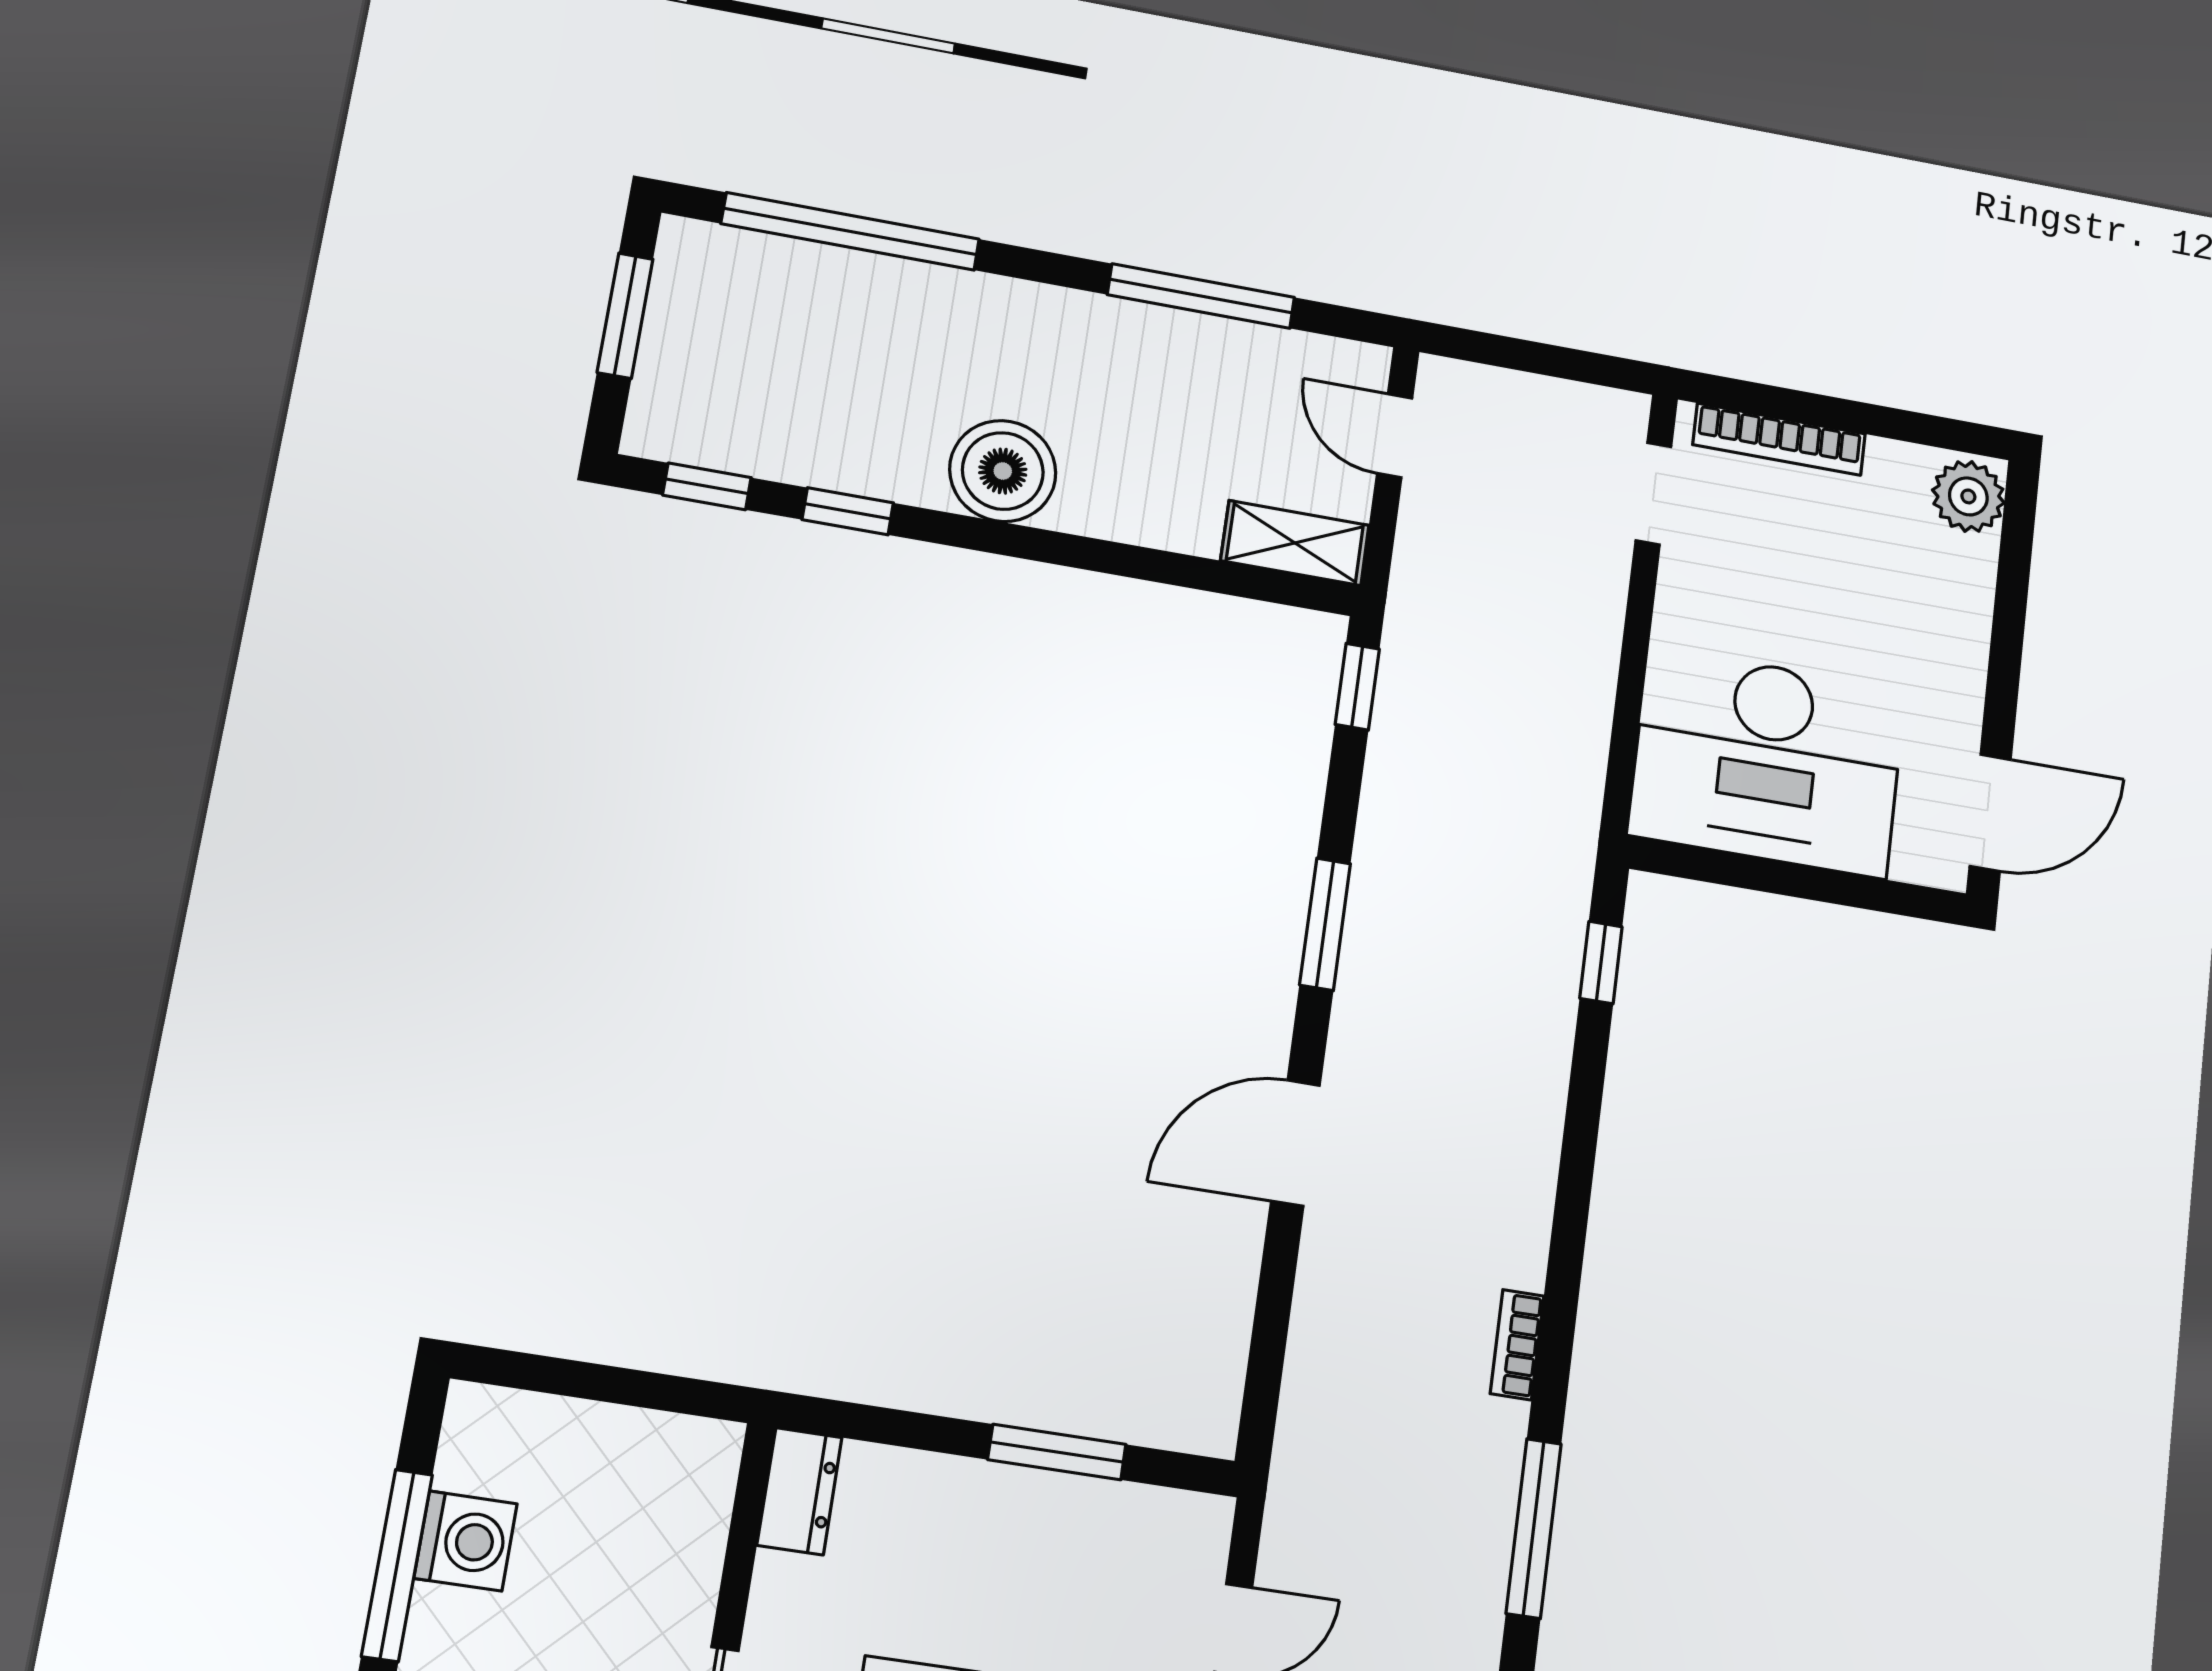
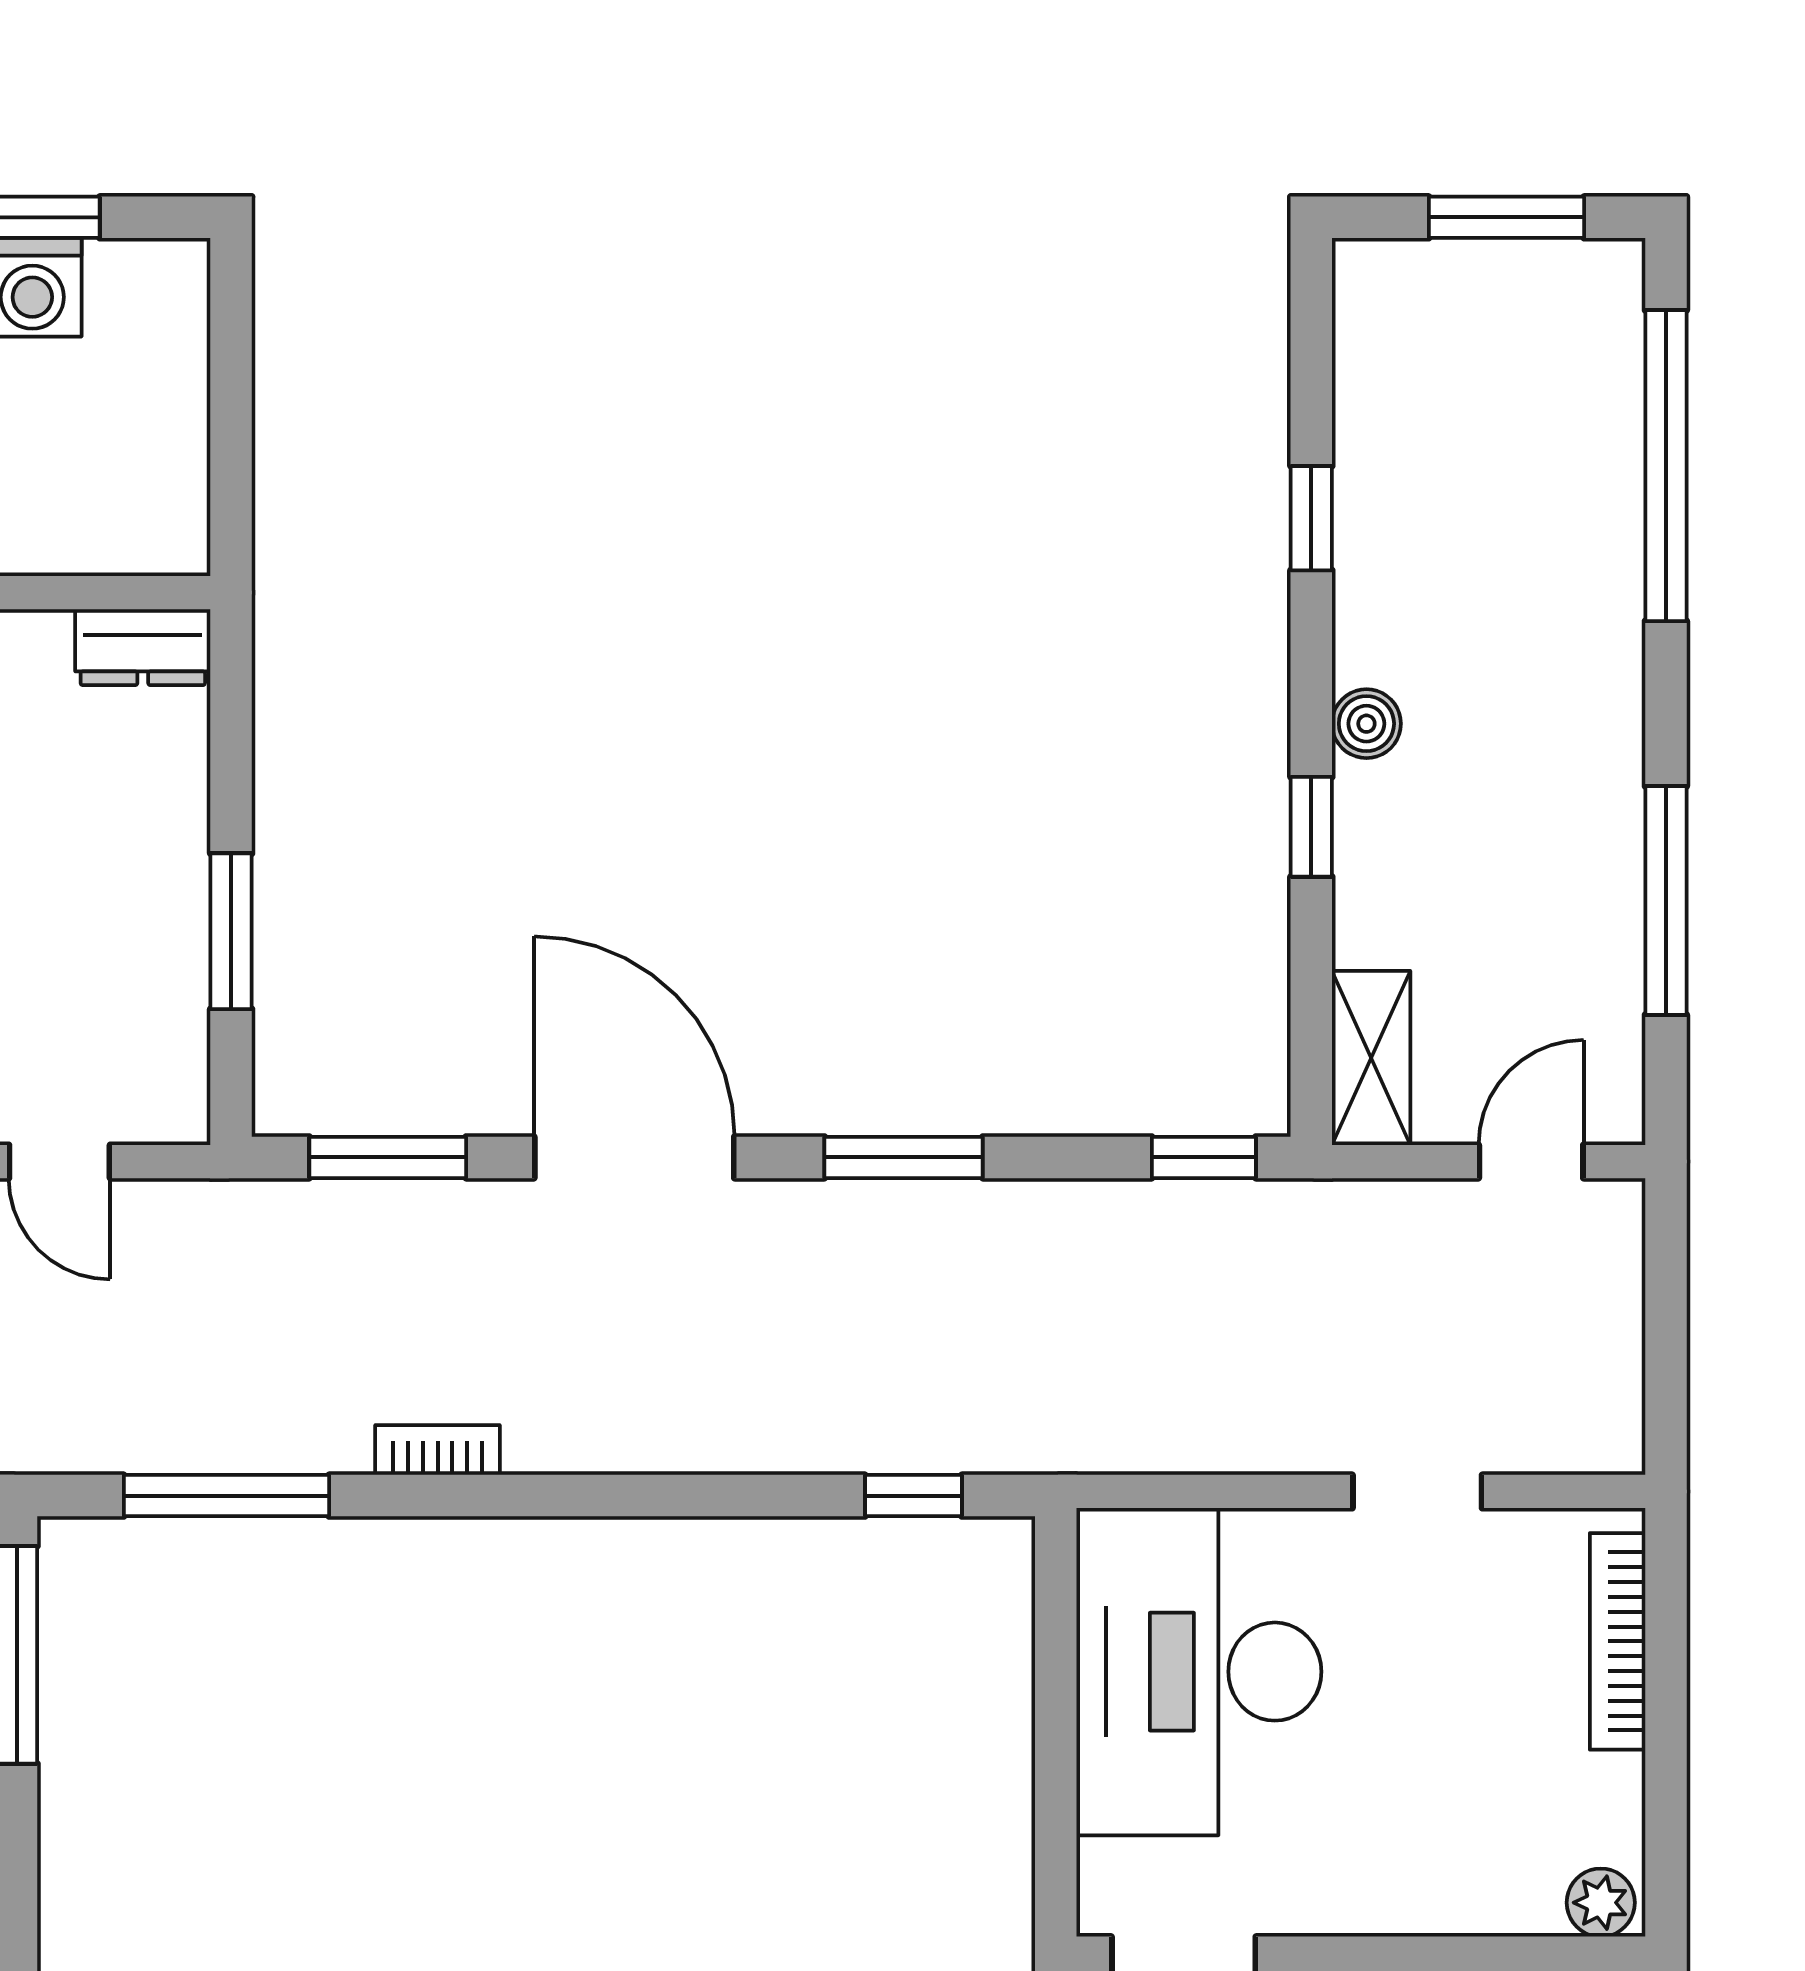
boiler: (1003, 471) -> (1366, 724), width x0.54, depth x0.54
window: (707, 486) -> (1311, 827), moved
doorway: (1653, 494) -> (1417, 1491), moved
plant: (1968, 496) -> (1601, 1903), width x0.73, depth x0.73
door: (1295, 1143) -> (634, 1157), width x1.36
window: (1268, 1348) -> (388, 1157), added

